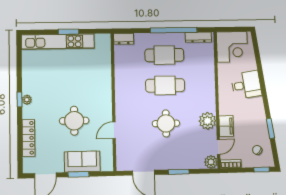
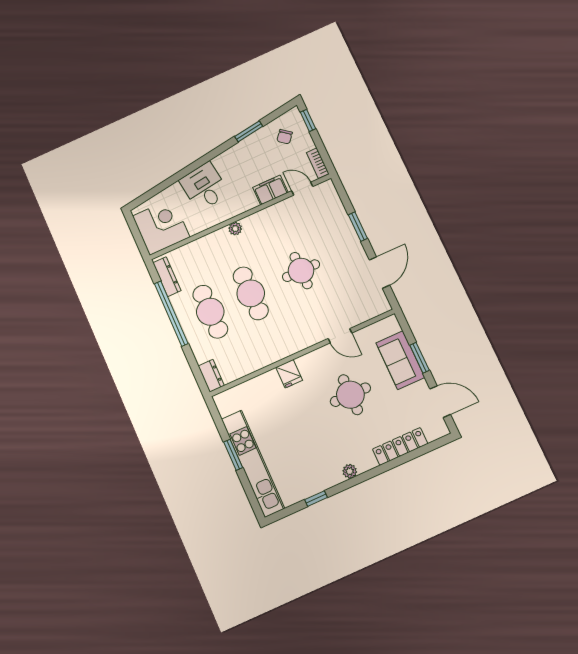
fridge: (104, 88) -> (289, 374), added
window: (19, 99) -> (316, 499), moved
plant: (208, 121) -> (235, 229), moved, width x0.53, depth x0.53
plant: (211, 162) -> (326, 190), removed

